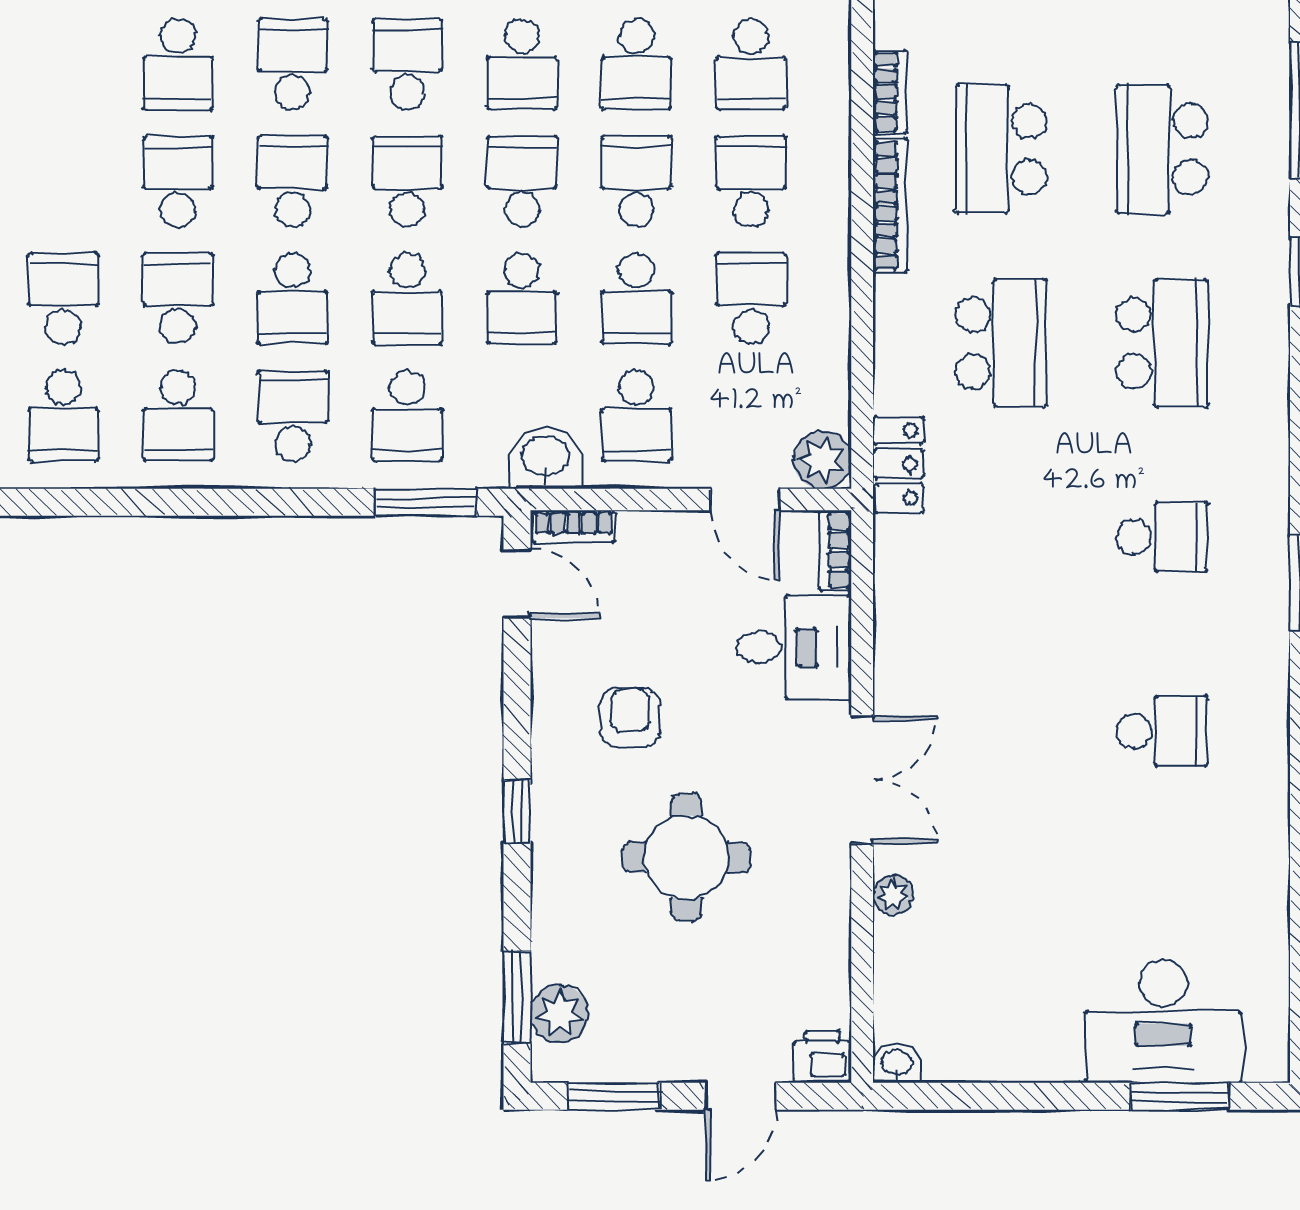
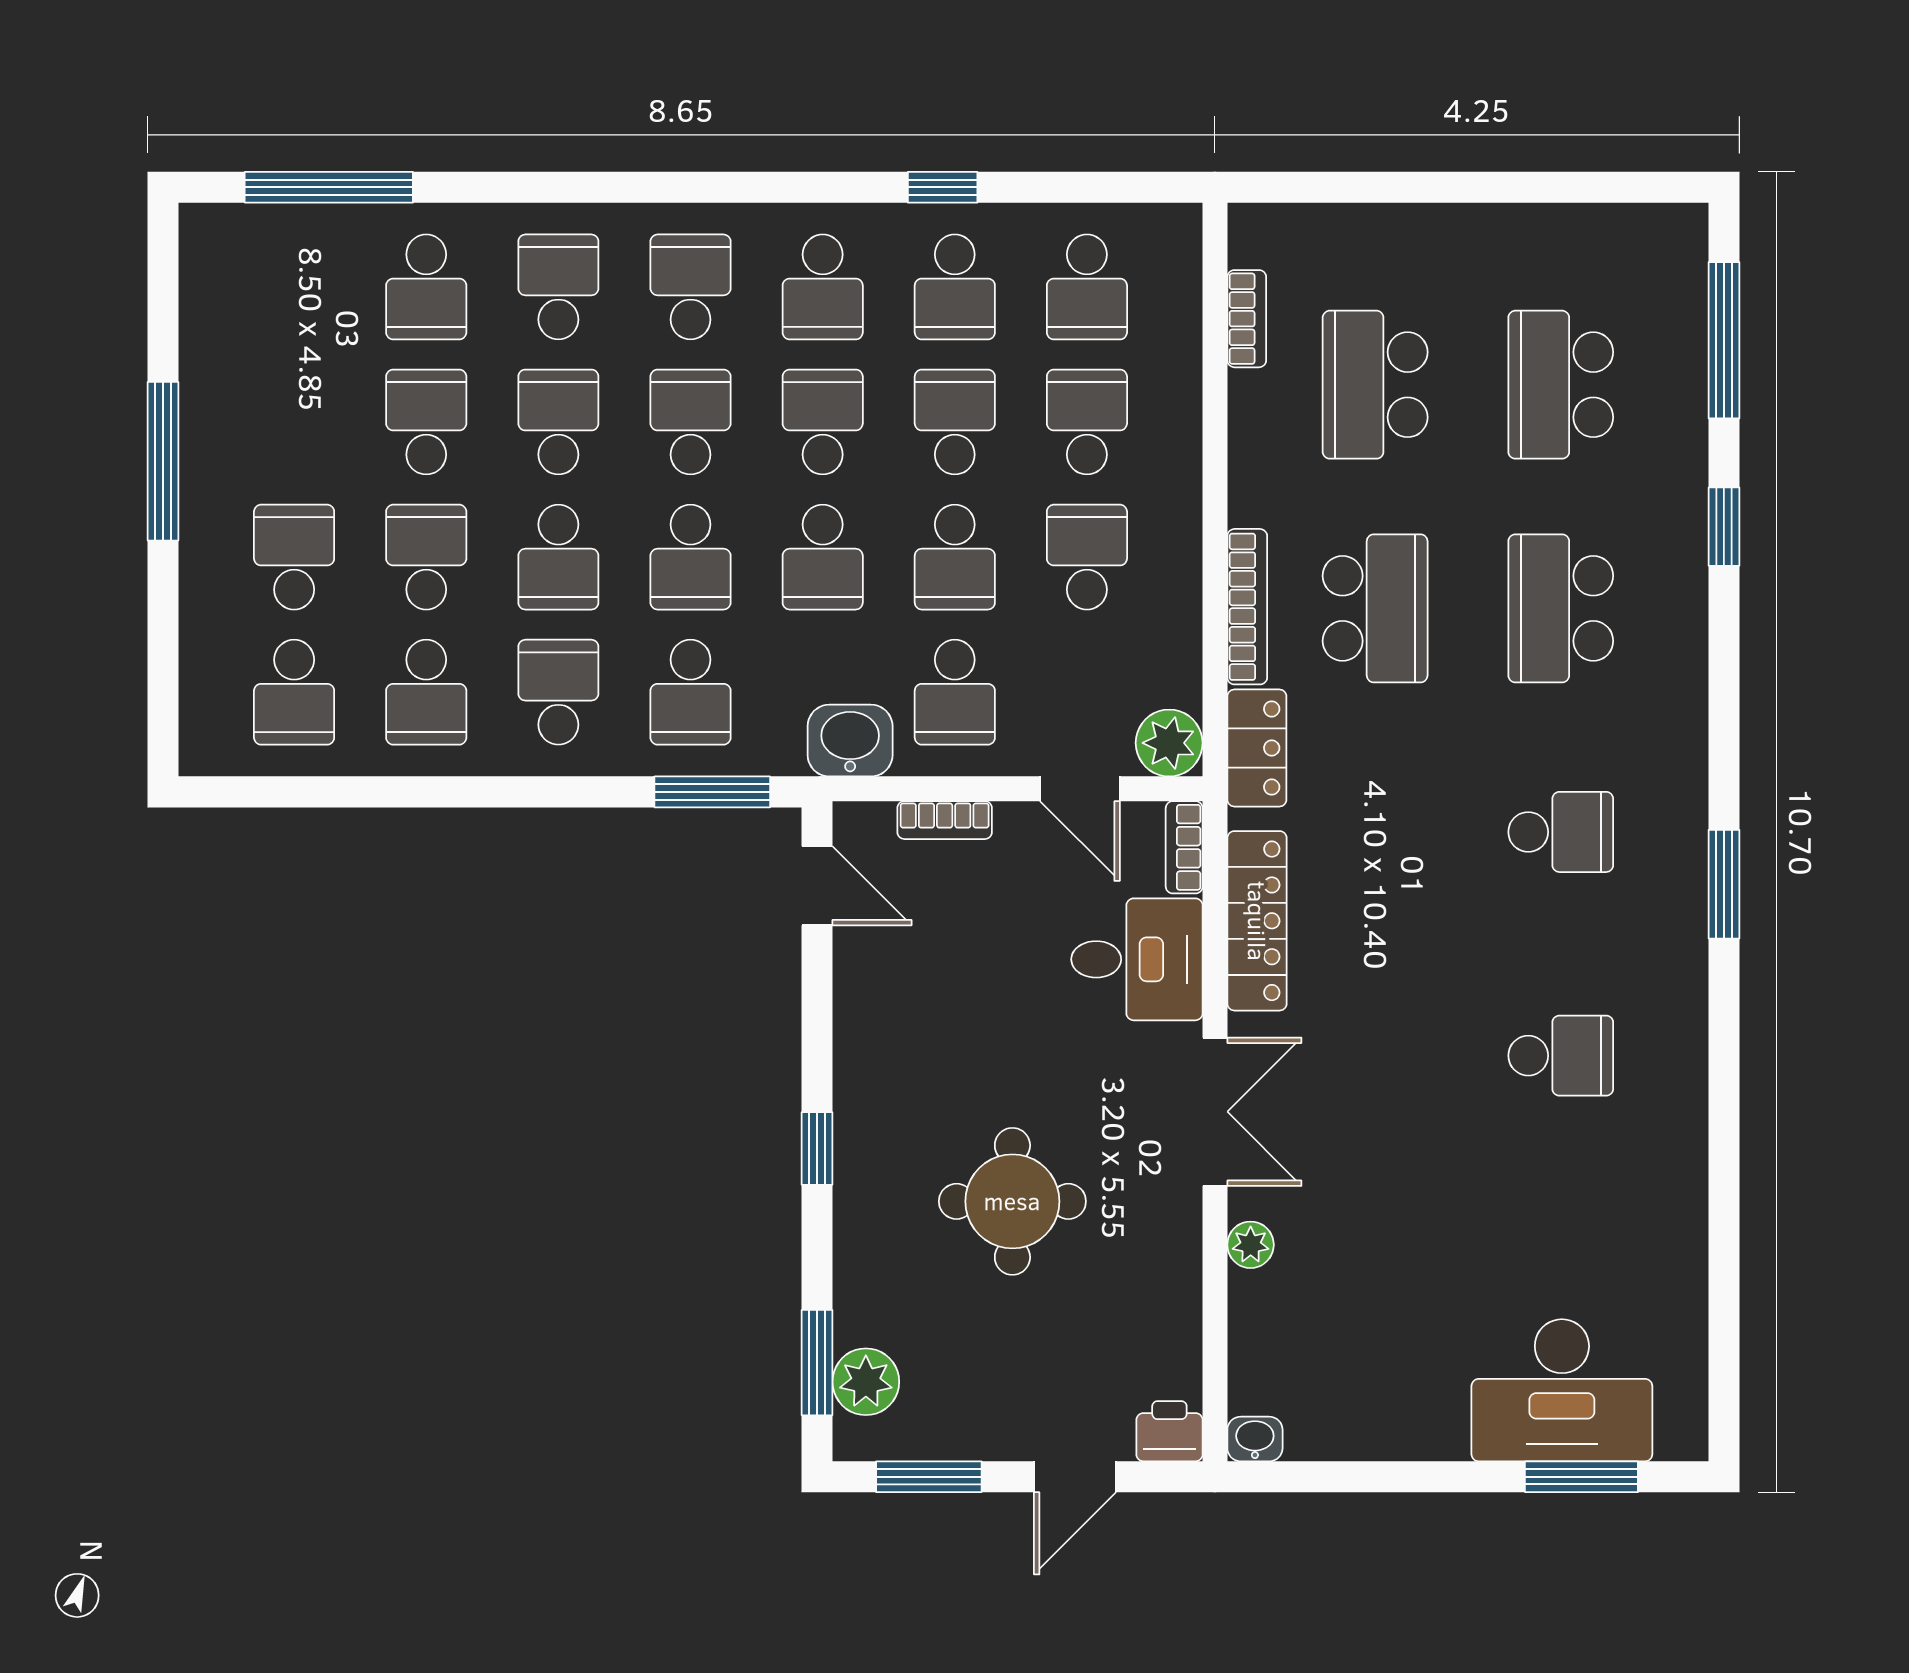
bookcase: (890, 206) -> (1247, 607), moved
school desk: (1162, 343) -> (1561, 608), turned 180
bookcase: (574, 527) -> (945, 820), moved
locker: (899, 614) -> (1257, 921), added
armchair: (630, 717) -> (947, 1040), removed

